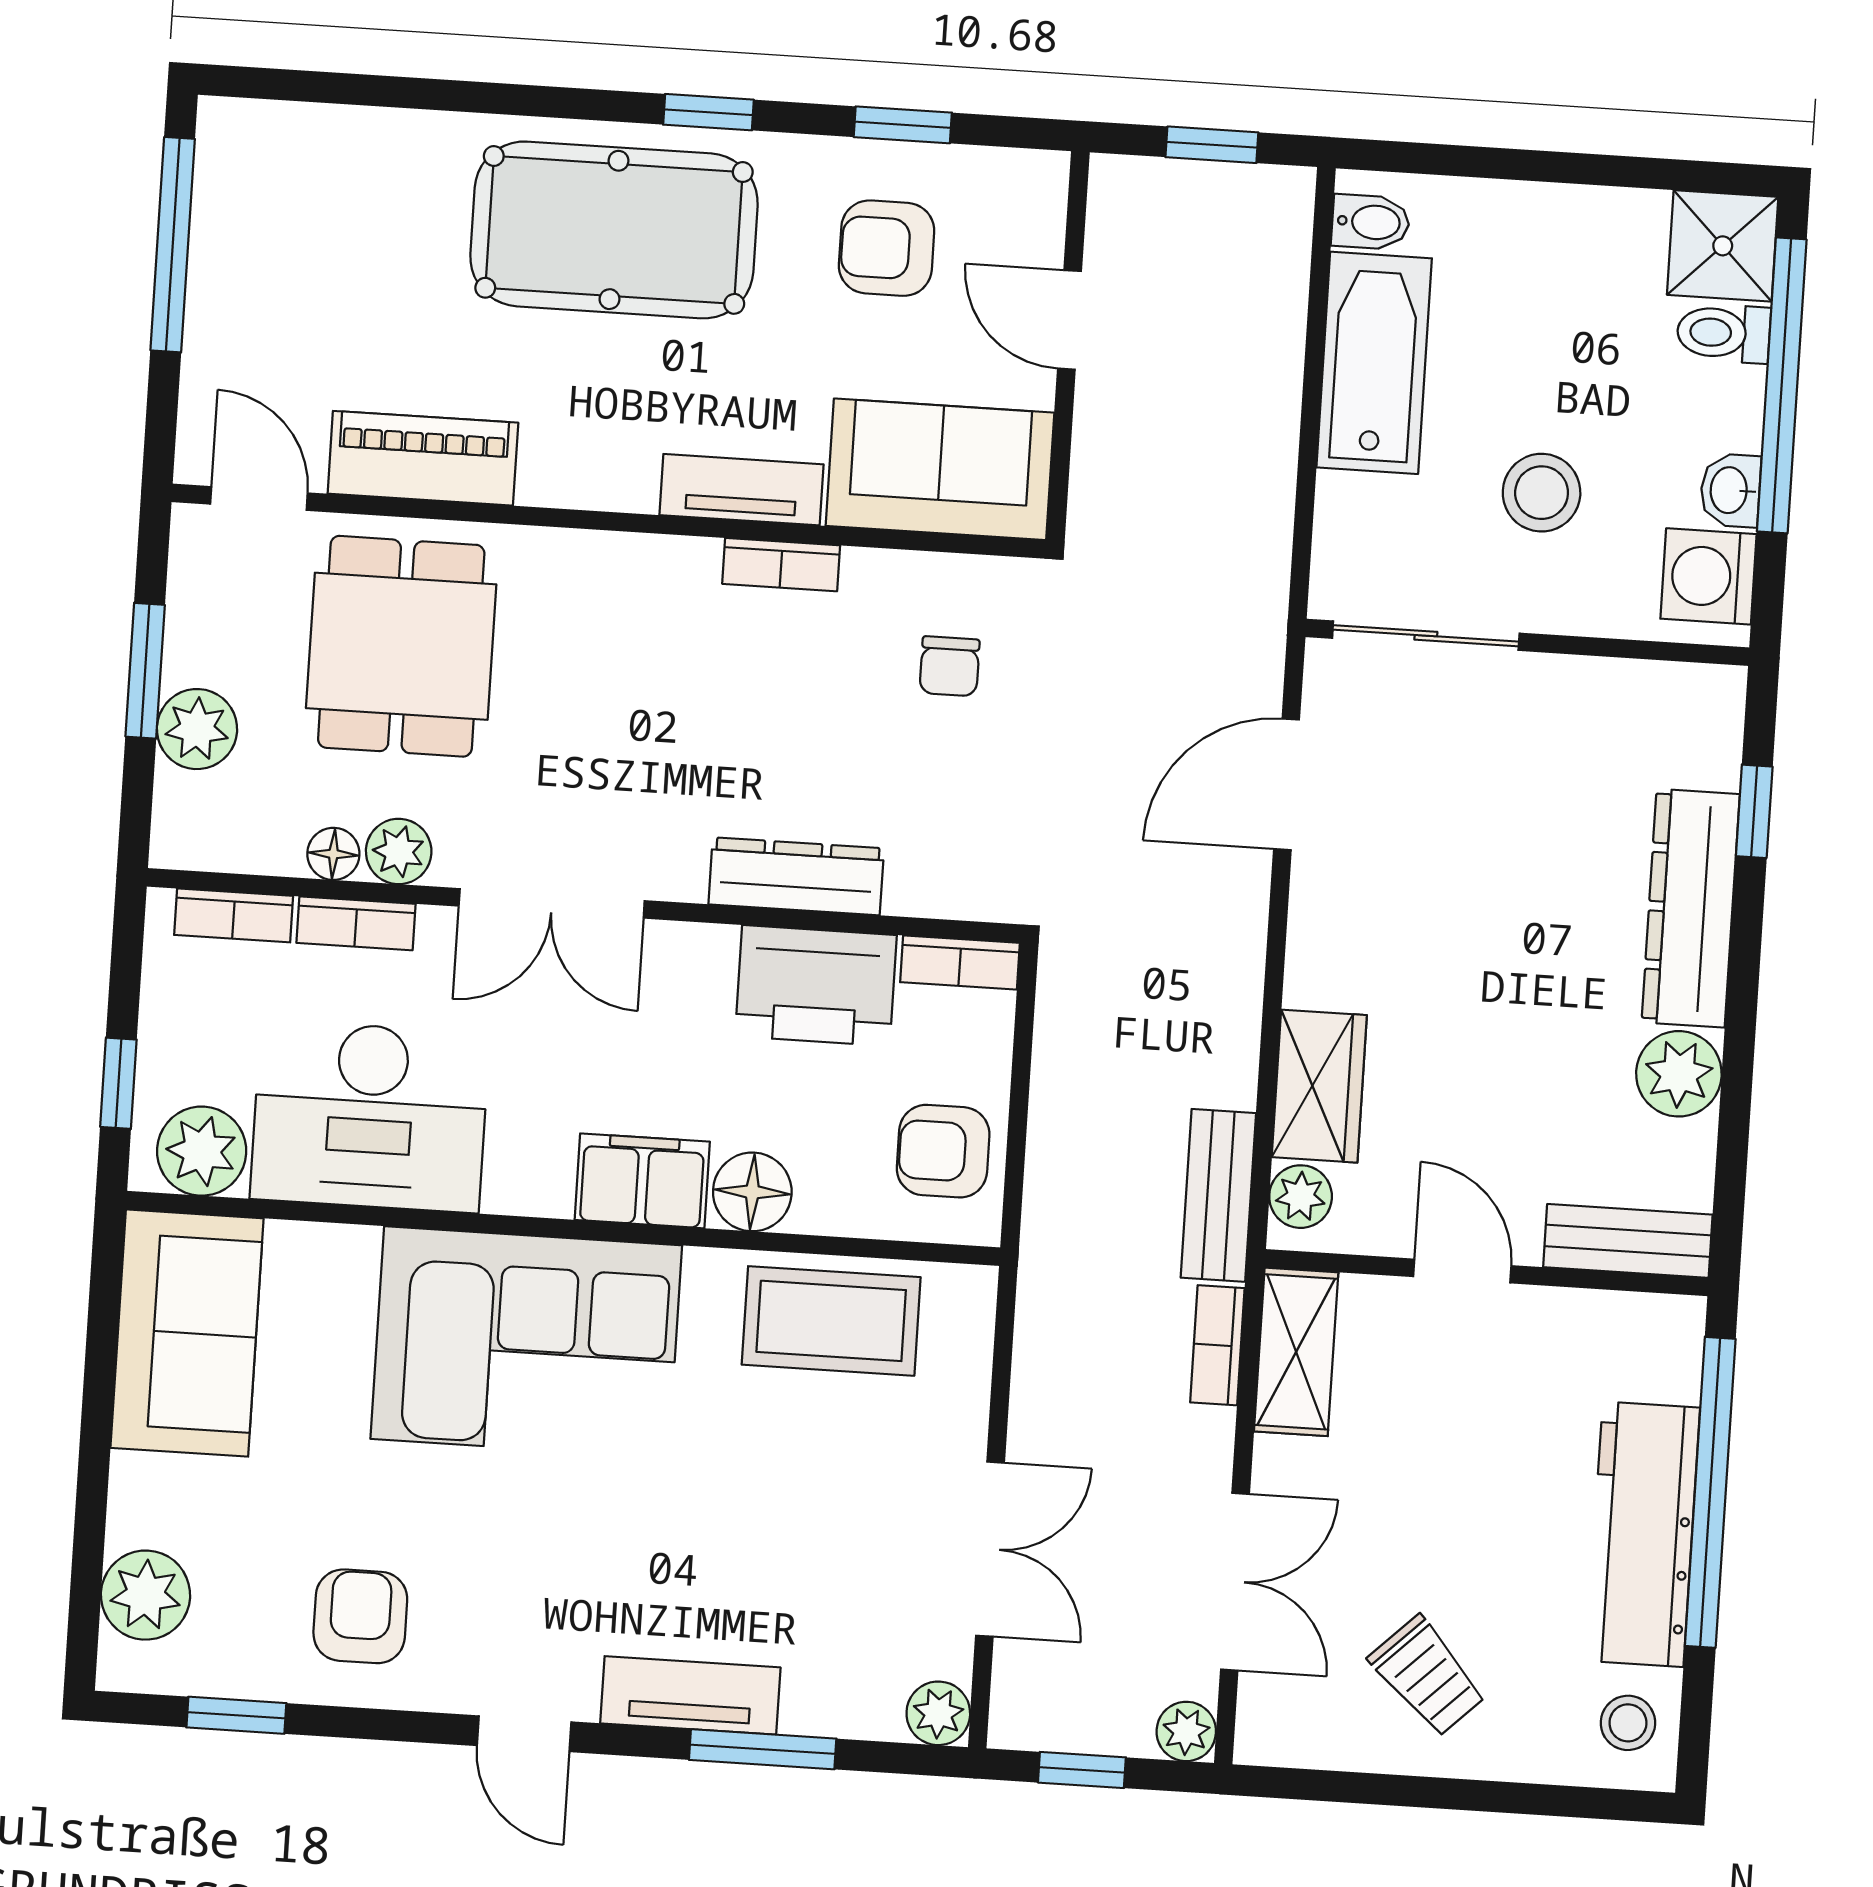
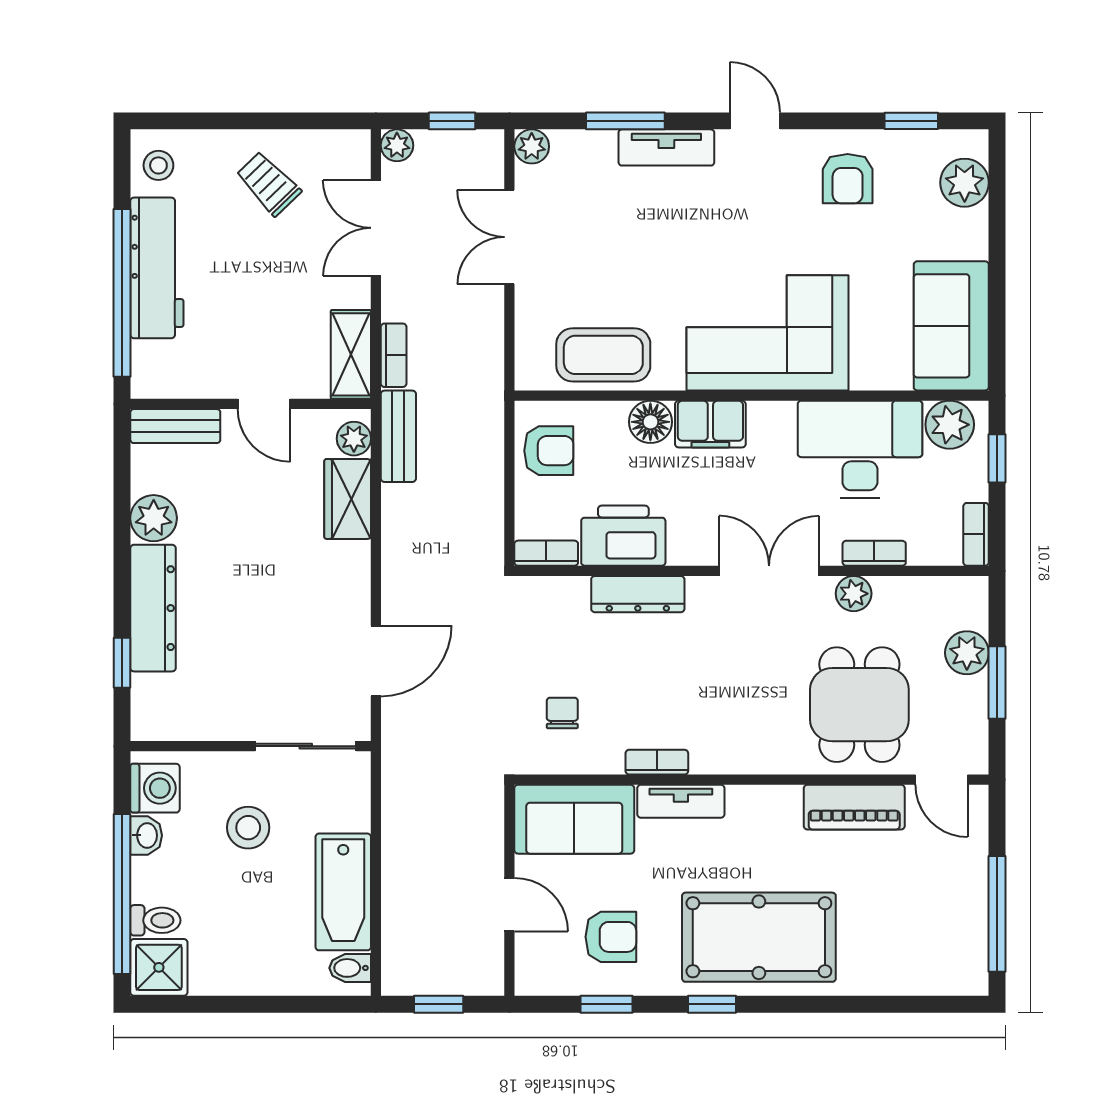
floor lamp: (333, 854) -> (889, 590), removed
bookcase: (234, 915) -> (976, 534), moved, turned -90

